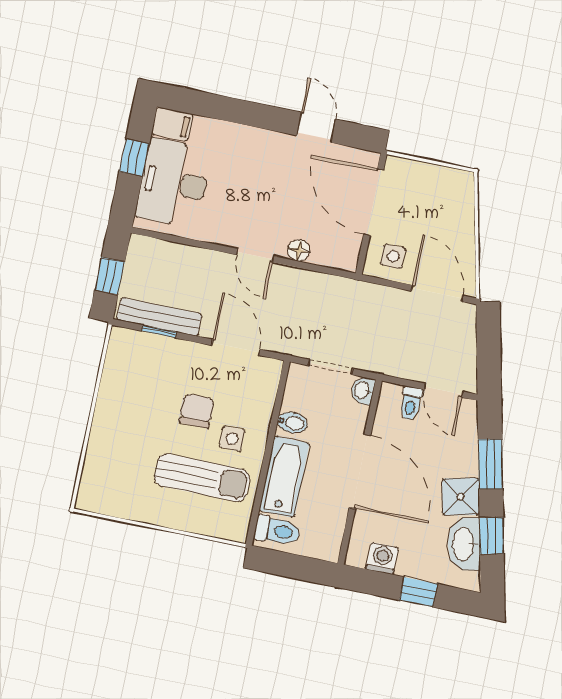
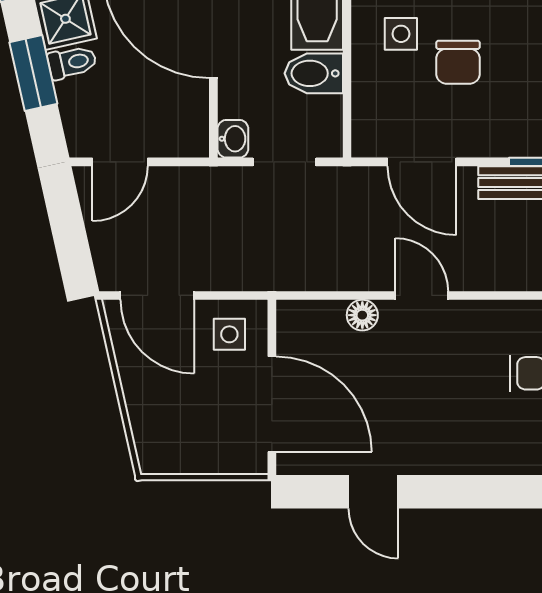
door: (444, 390) -> (120, 162), swing flipped
toilet: (411, 403) -> (72, 62), moved, turned 77
bidet: (292, 423) -> (314, 73), width x1.38, depth x1.36

